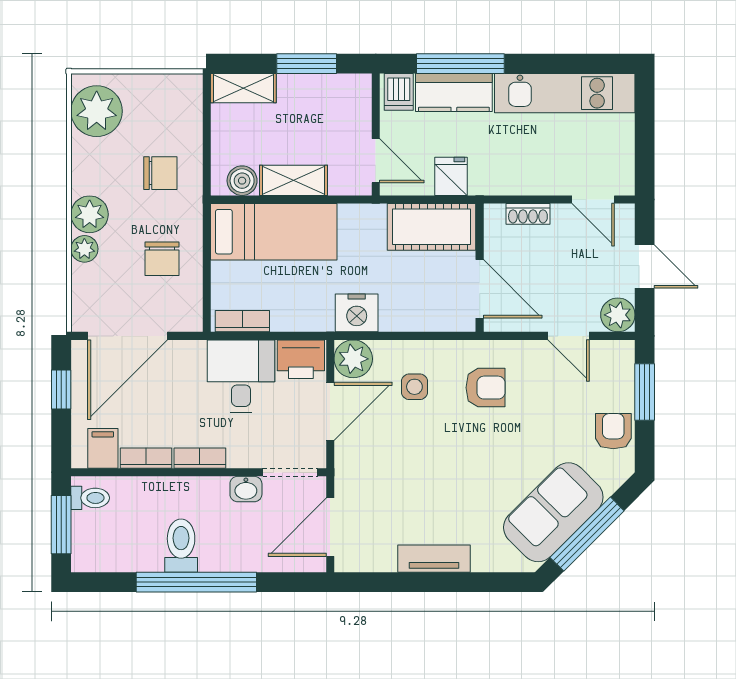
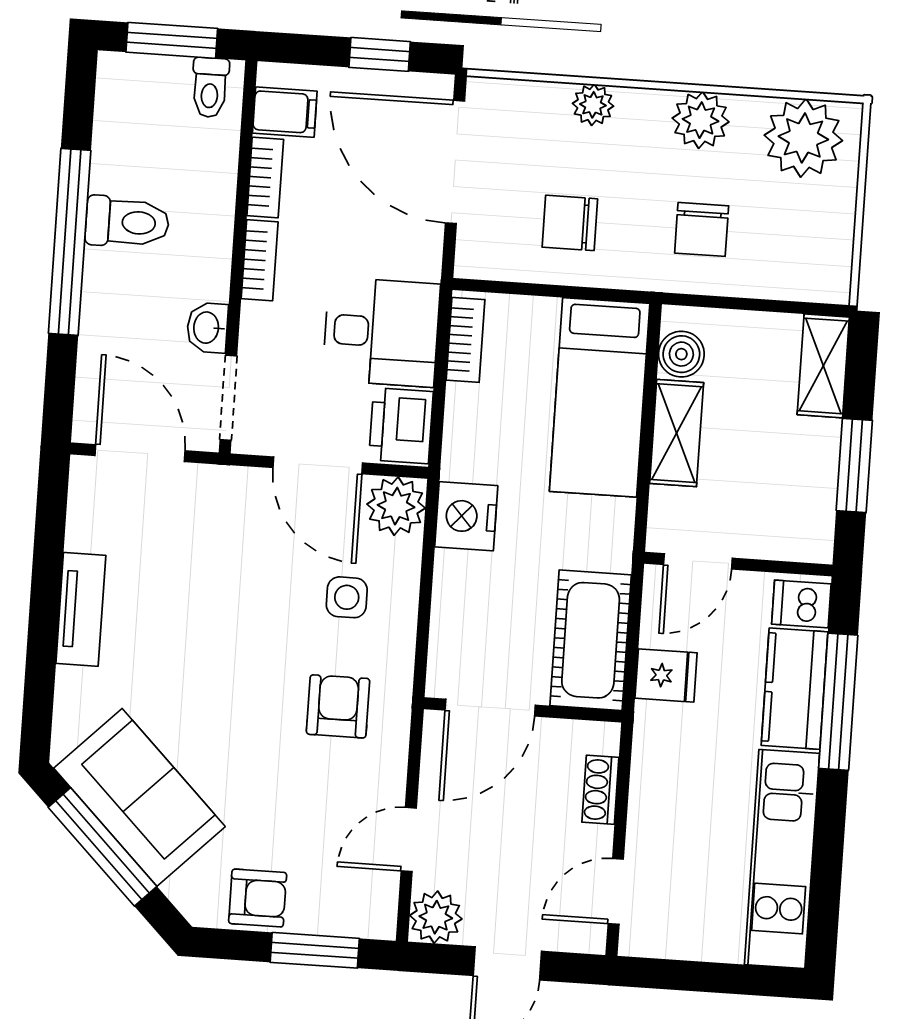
plant: (90, 214) -> (701, 120), moved
armchair: (486, 388) -> (338, 706), turned 180

